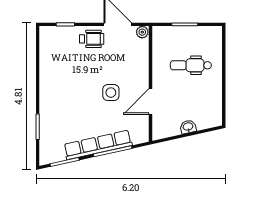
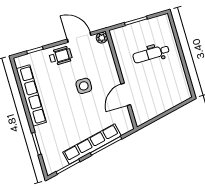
row of seats: (47, 73) -> (31, 95), added
side table: (111, 93) -> (84, 86), moved
washbasin: (188, 127) -> (164, 107), removed

